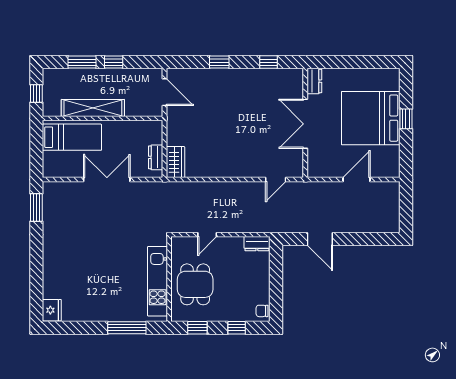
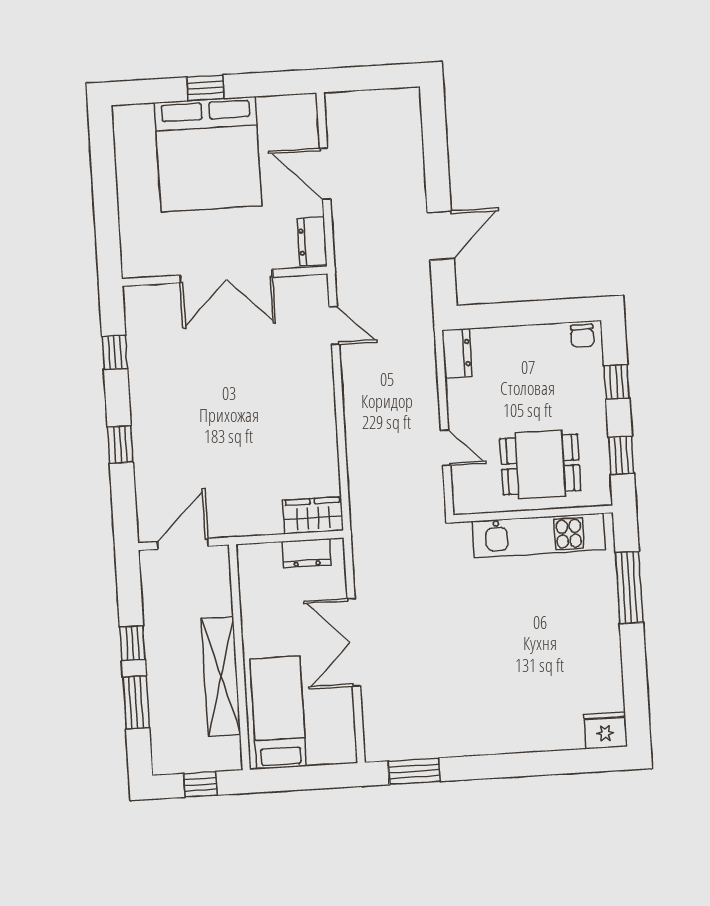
dresser: (314, 81) -> (312, 241), moved, turned -90

